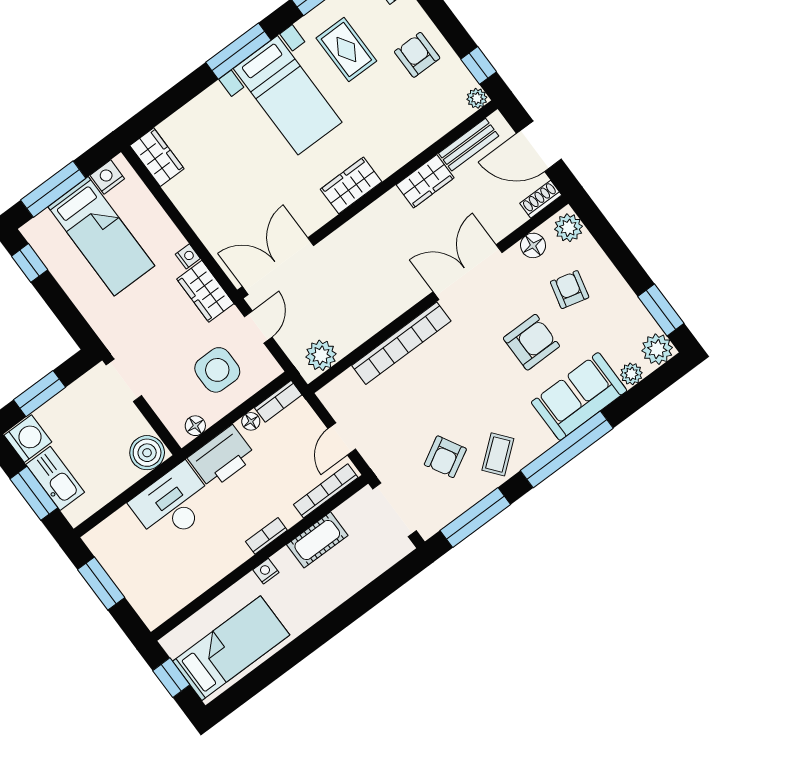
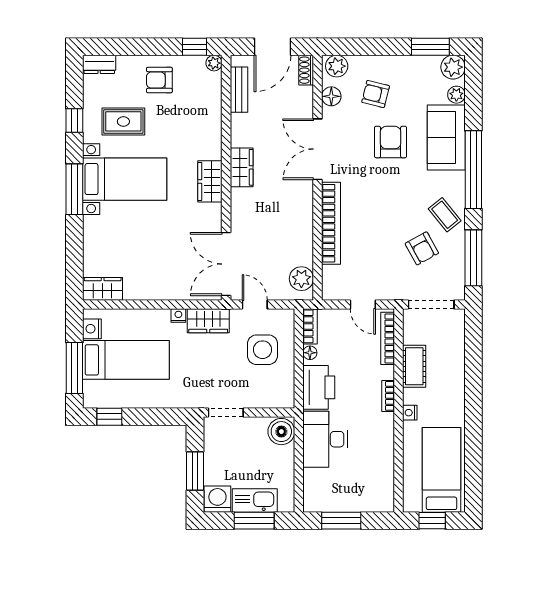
wardrobe: (425, 181) -> (242, 167), moved
floor lamp: (195, 426) -> (287, 389), removed

